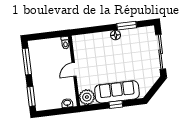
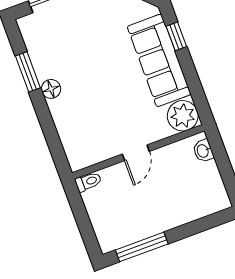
door: (74, 70) -> (136, 153), hinge flipped
window: (31, 96) -> (207, 223), removed
window: (116, 105) -> (176, 36), moved

